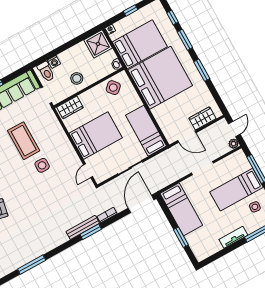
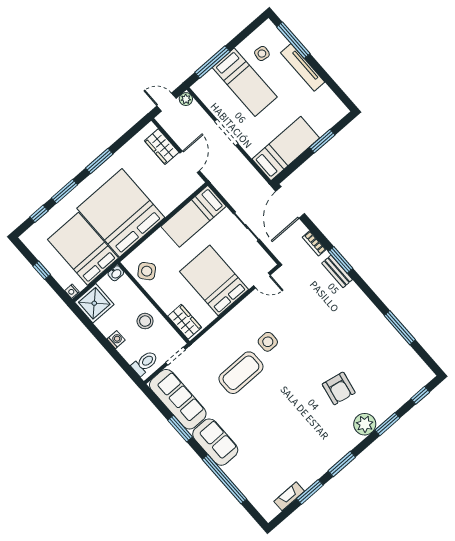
washing machine: (54, 62) -> (116, 340), moved
door: (141, 204) -> (290, 202), hinge flipped
bench: (83, 227) -> (337, 271), width x0.73
tv unit: (233, 237) -> (303, 67), width x1.41

